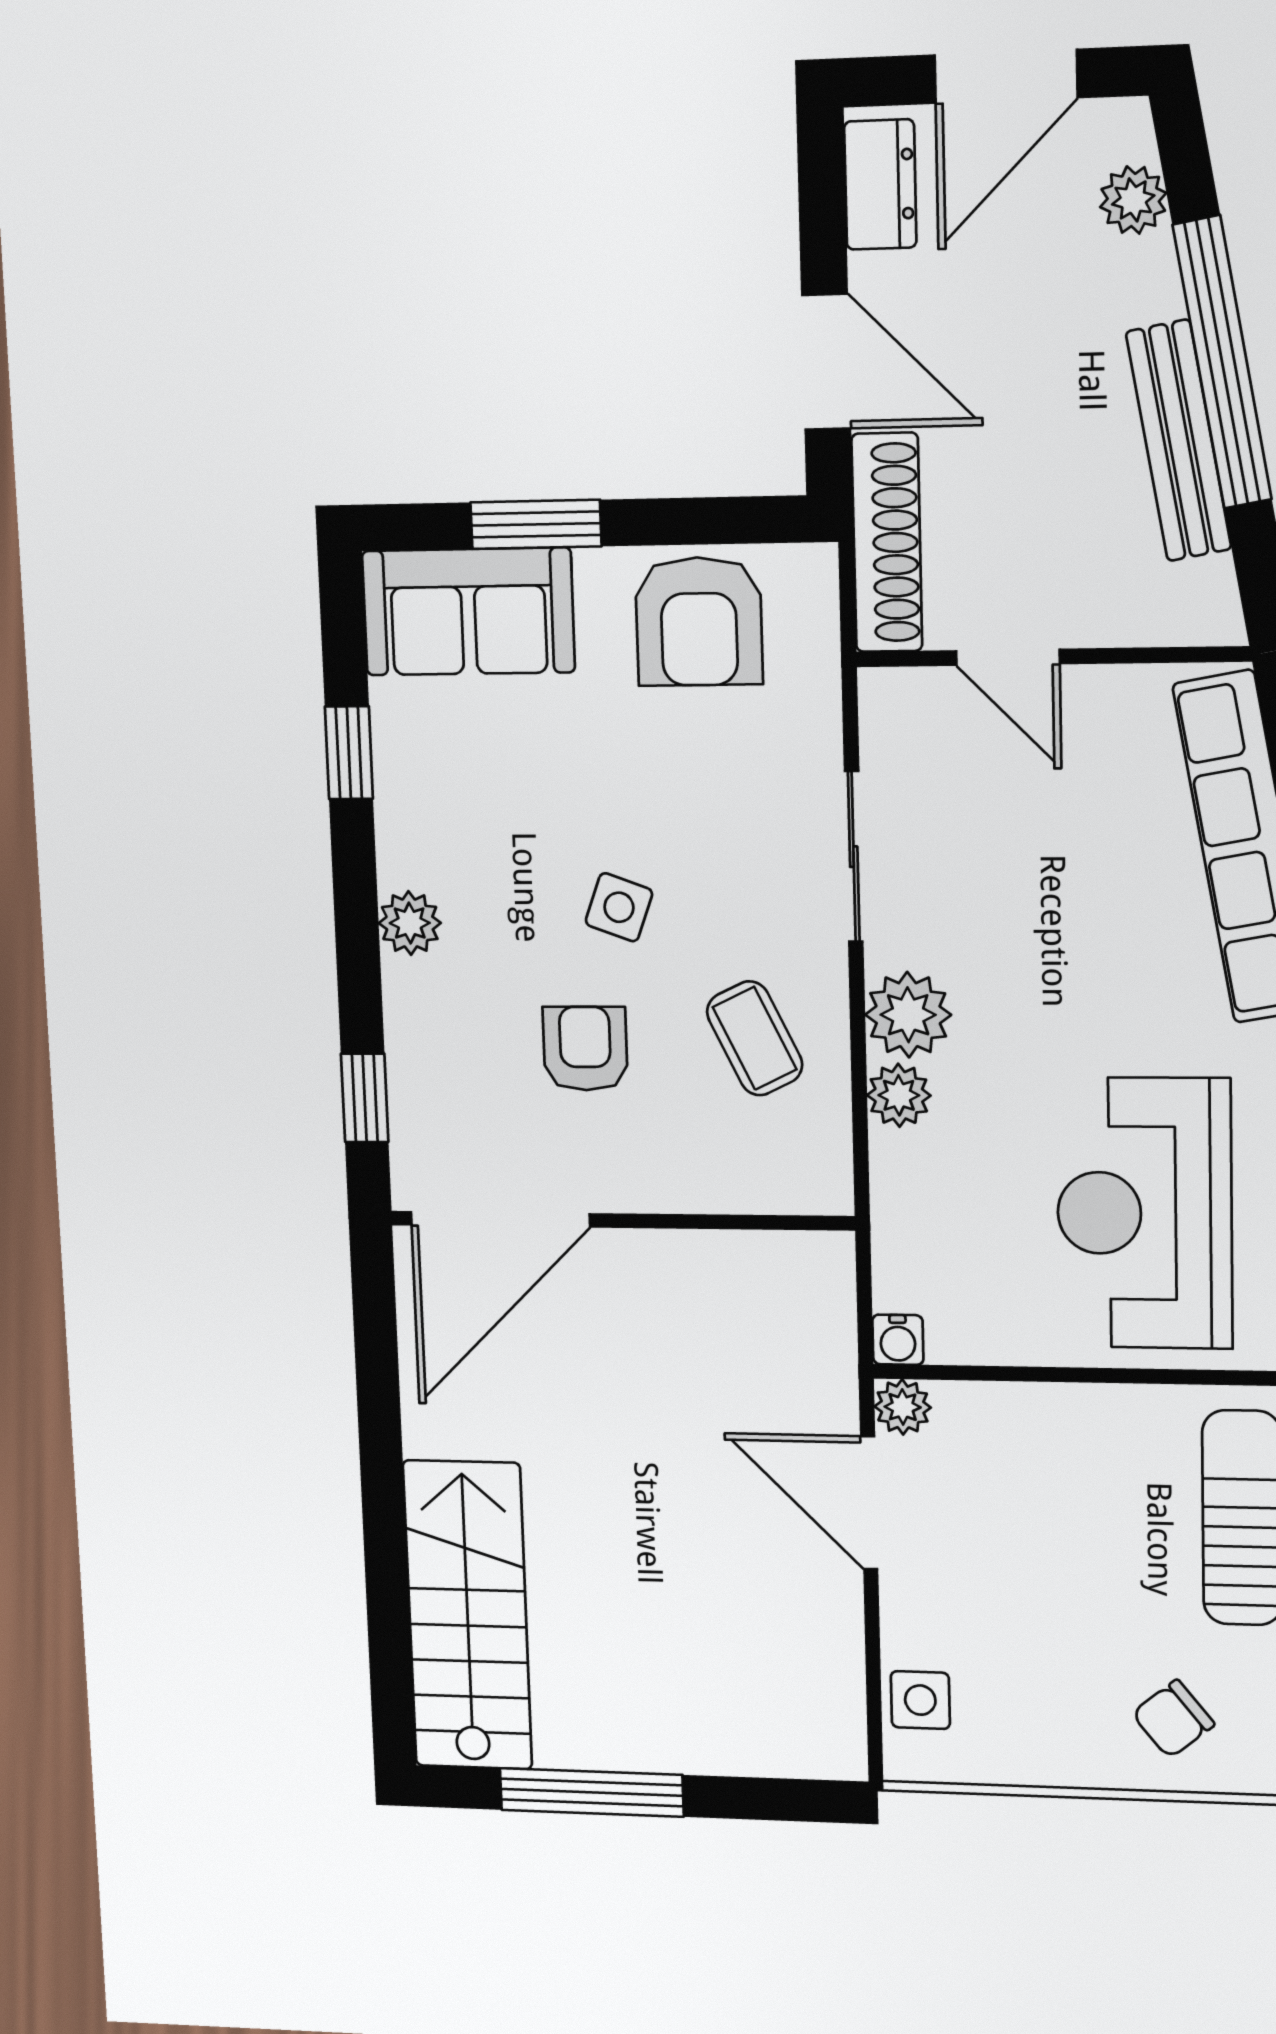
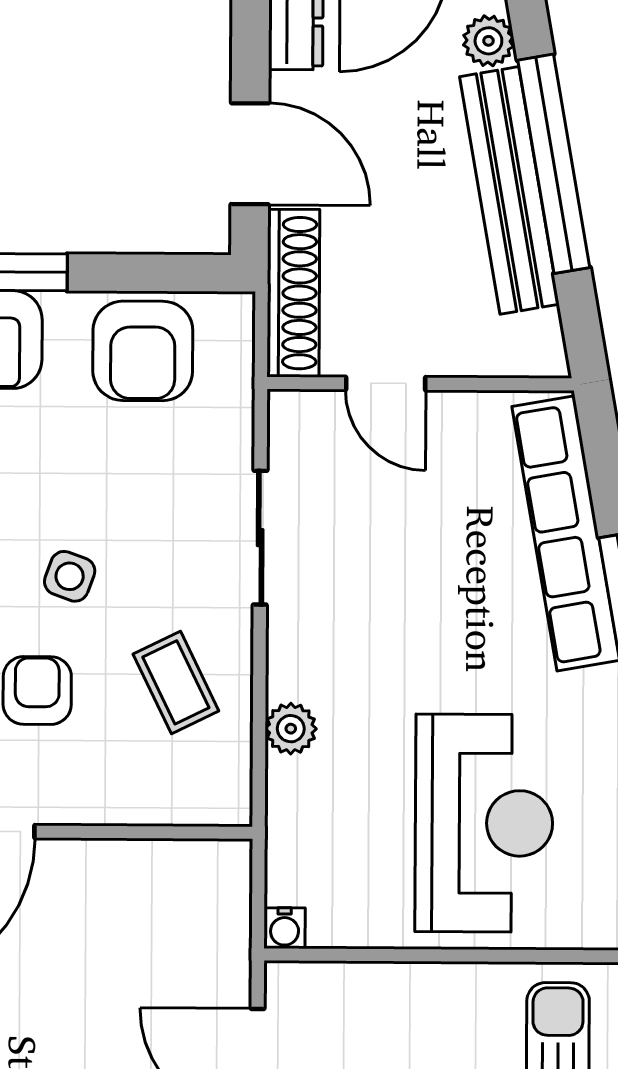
bench: (1179, 441) -> (509, 190), width x1.37, depth x1.21
plant: (908, 1015) -> (300, 664), removed
reception desk: (1144, 1213) -> (484, 823), turned 180
plant: (903, 1407) -> (287, 984), removed

